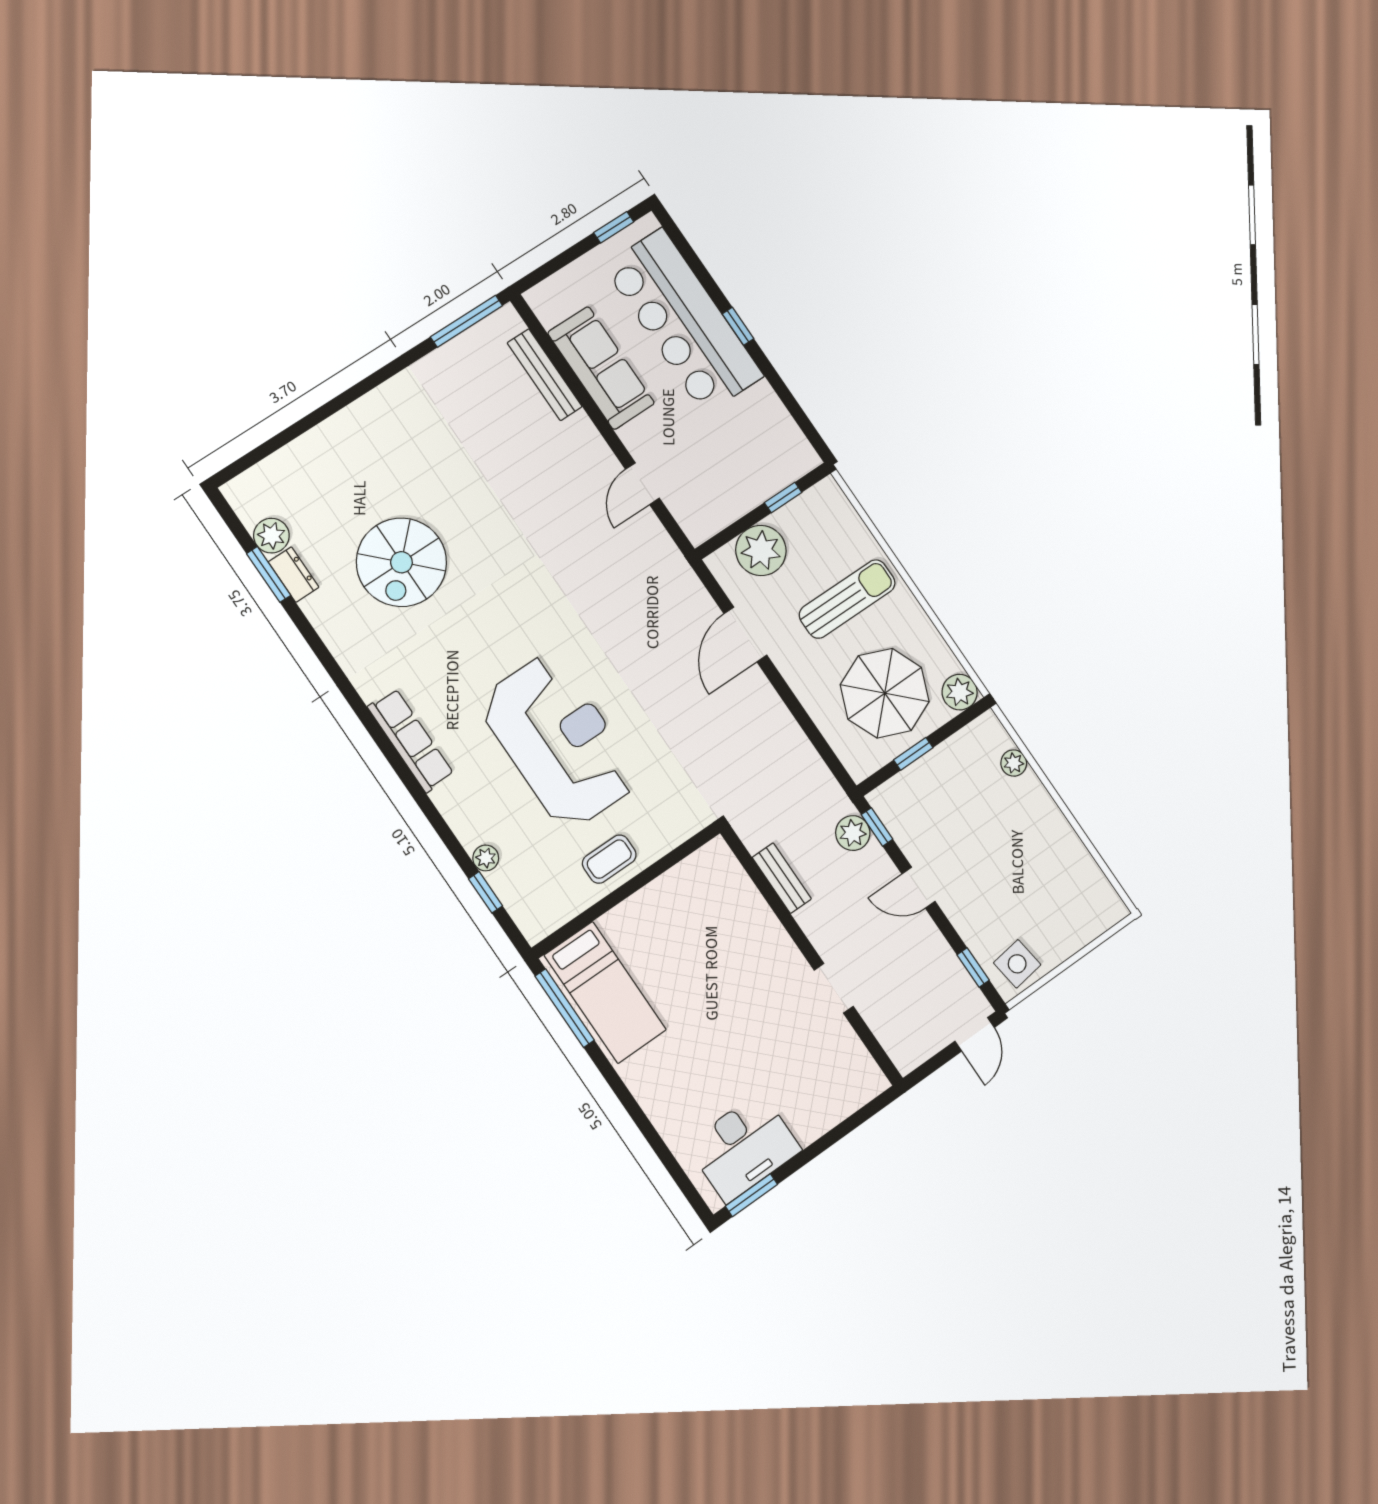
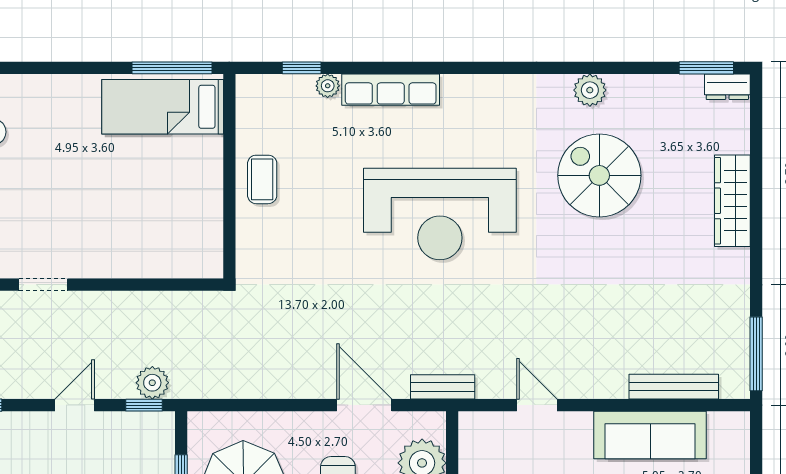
wardrobe: (344, 430) -> (732, 201), added
plant: (271, 536) -> (590, 90), moved
window: (269, 574) -> (706, 68), moved
dresser: (294, 575) -> (727, 87), moved
row of seats: (411, 741) -> (391, 90), moved
reception desk: (559, 741) -> (440, 214), moved
bench: (782, 878) -> (443, 387), moved

